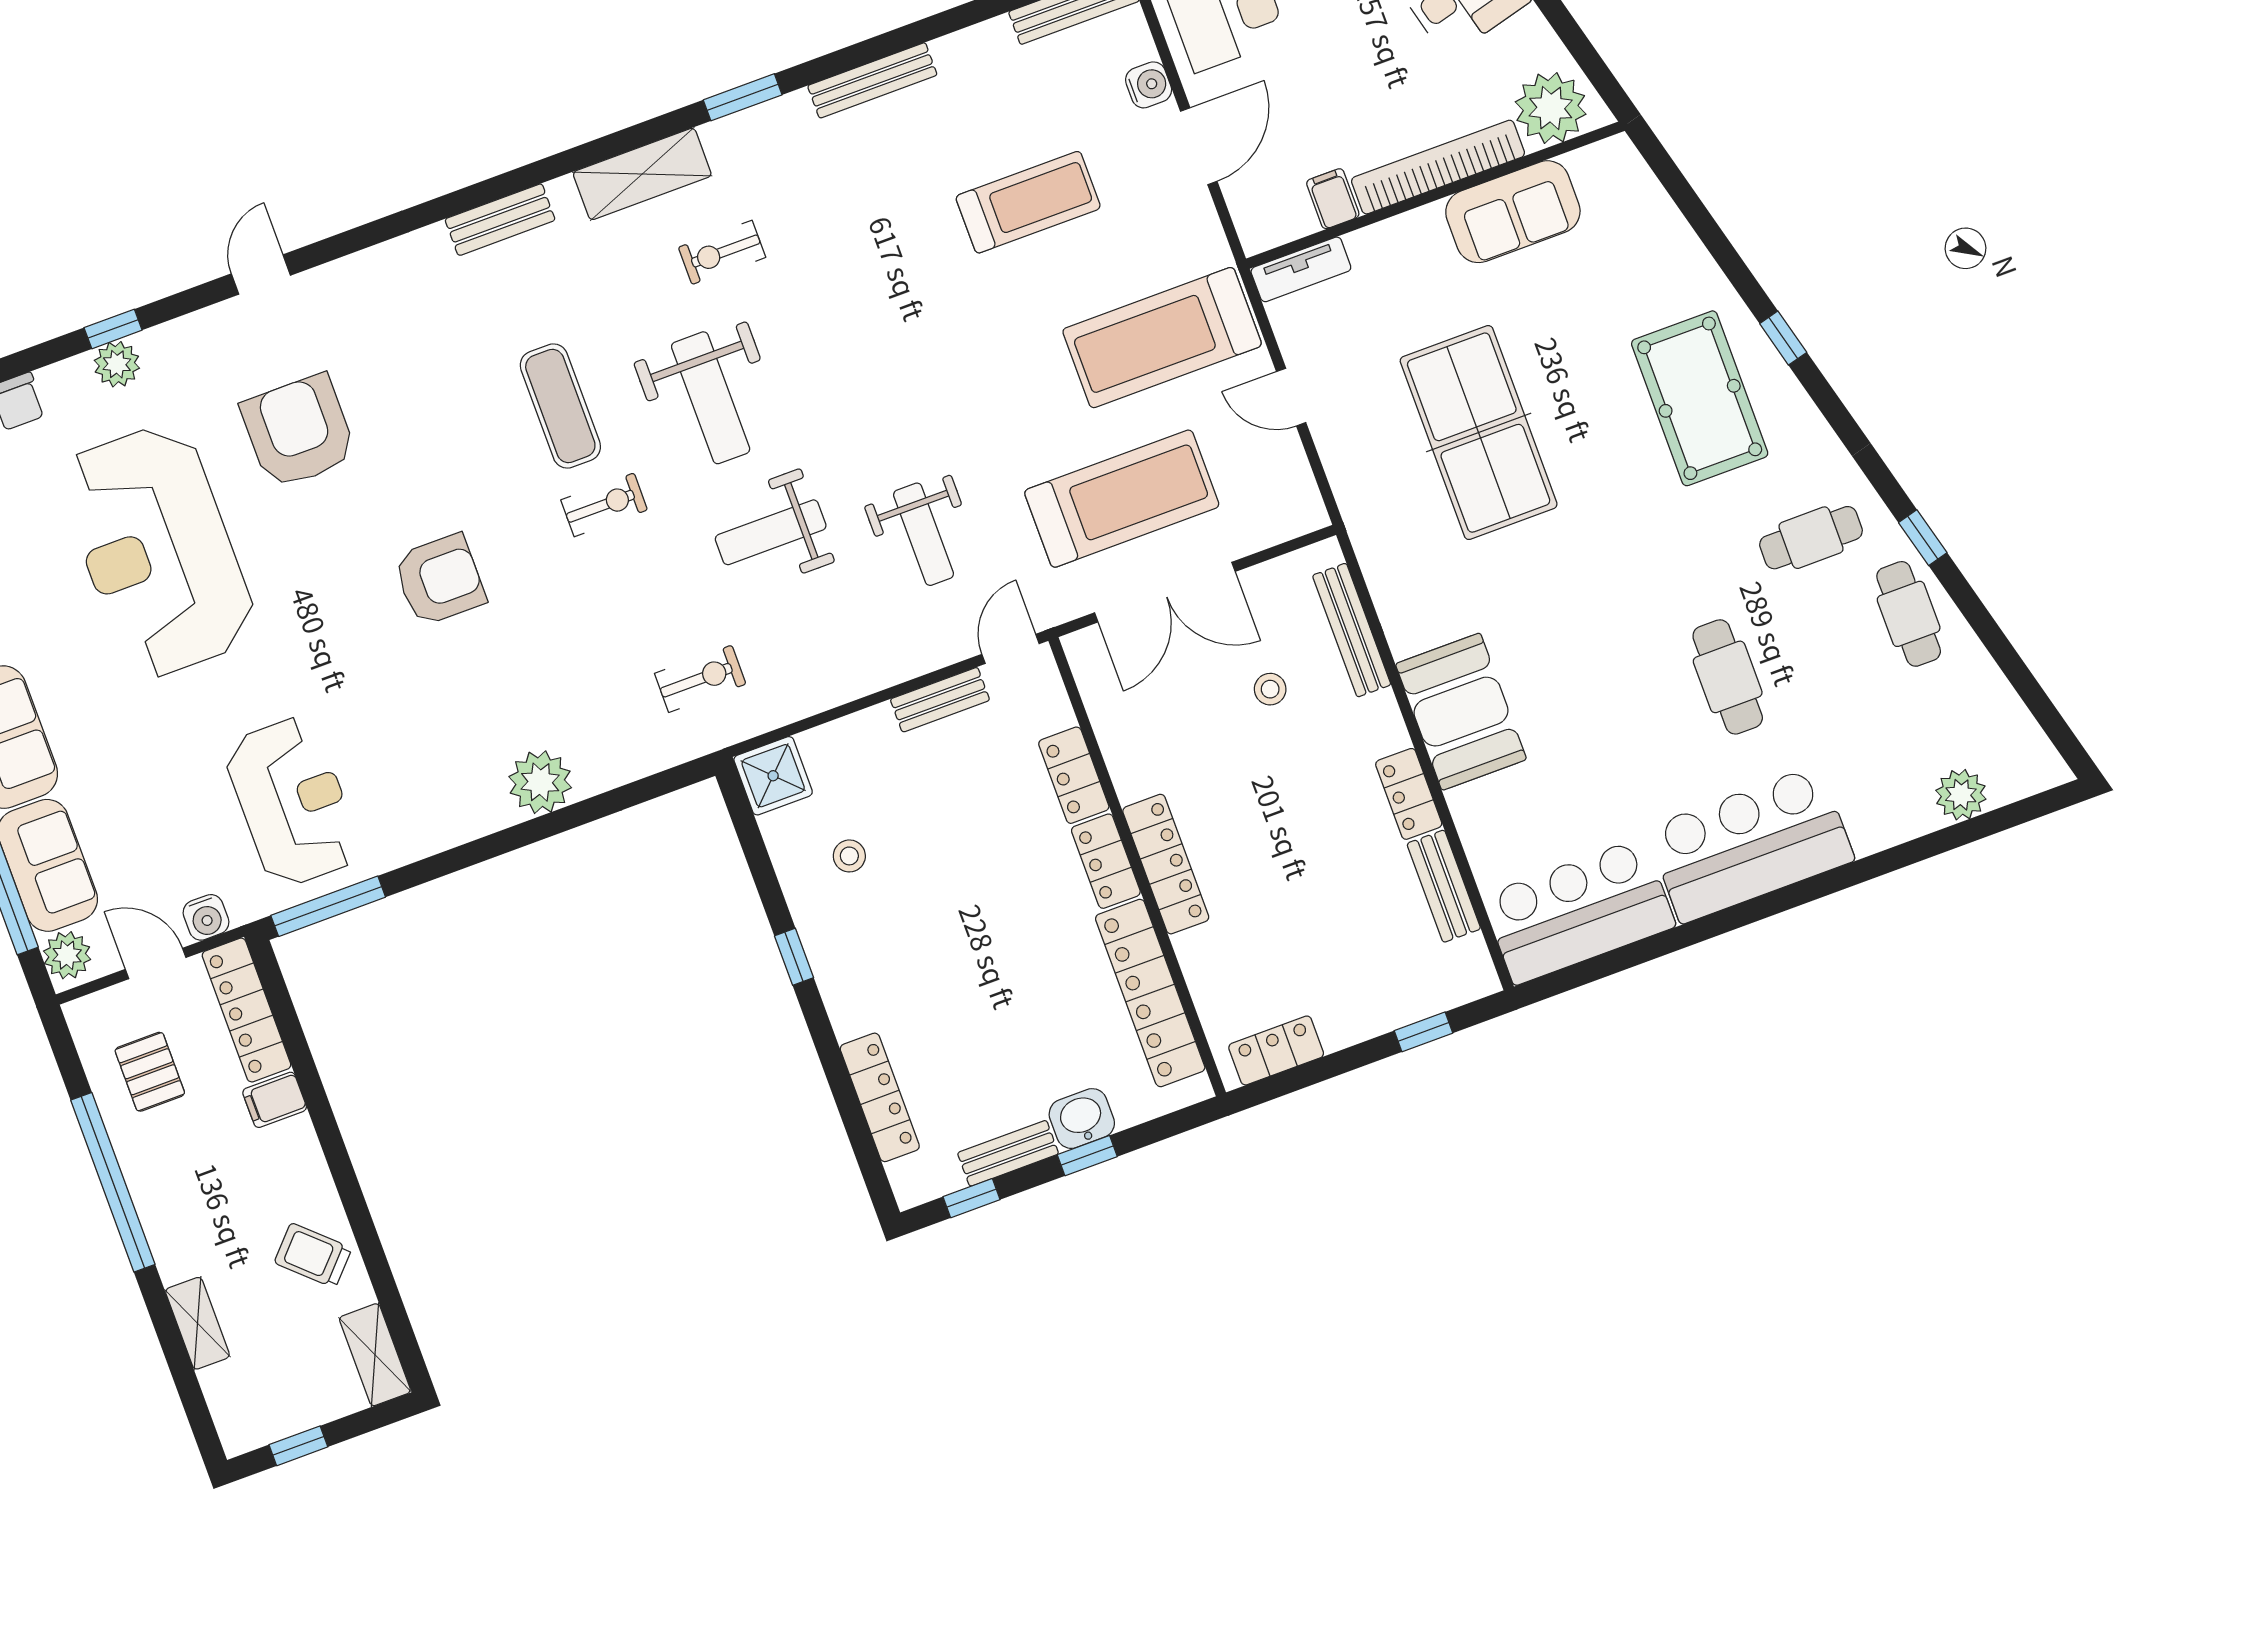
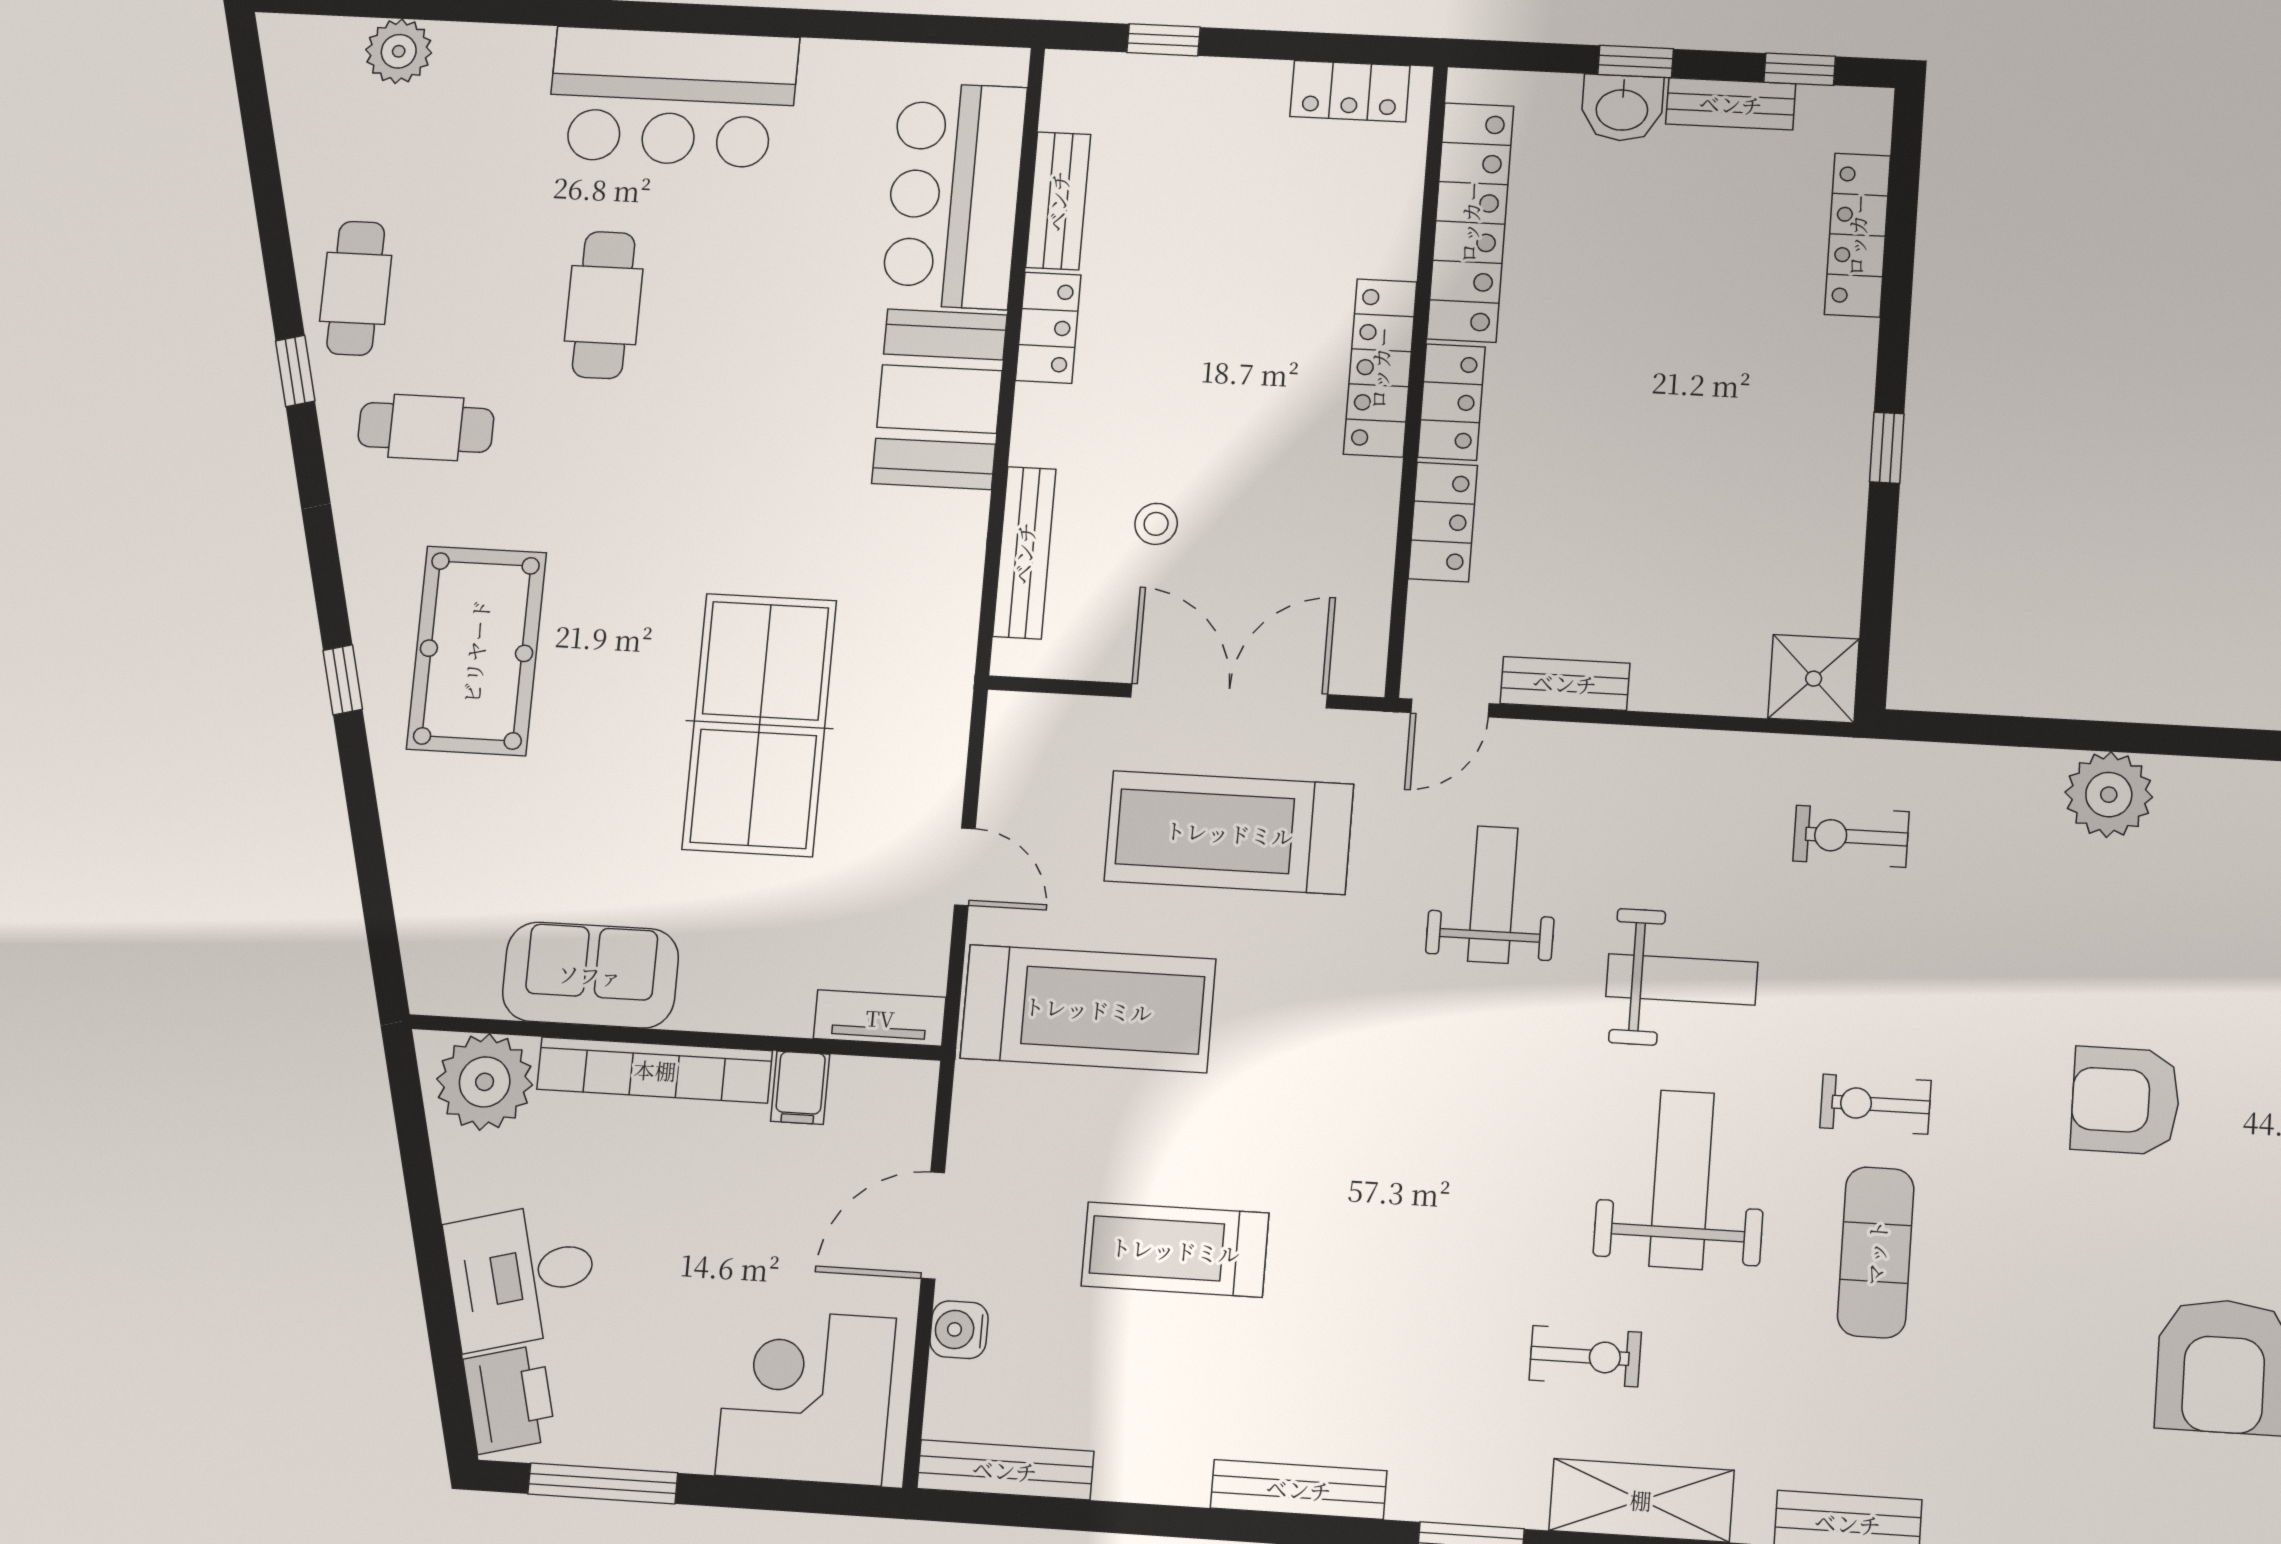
stool: (849, 856) -> (1763, 541), removed
bar counter: (1579, 911) -> (954, 195), moved, turned 90

